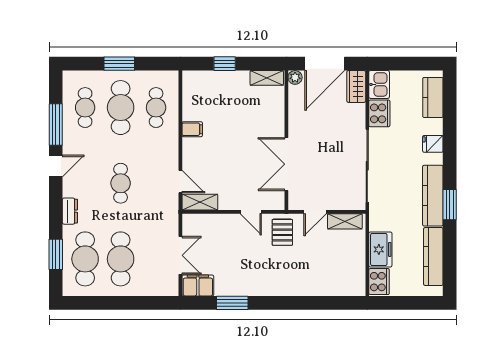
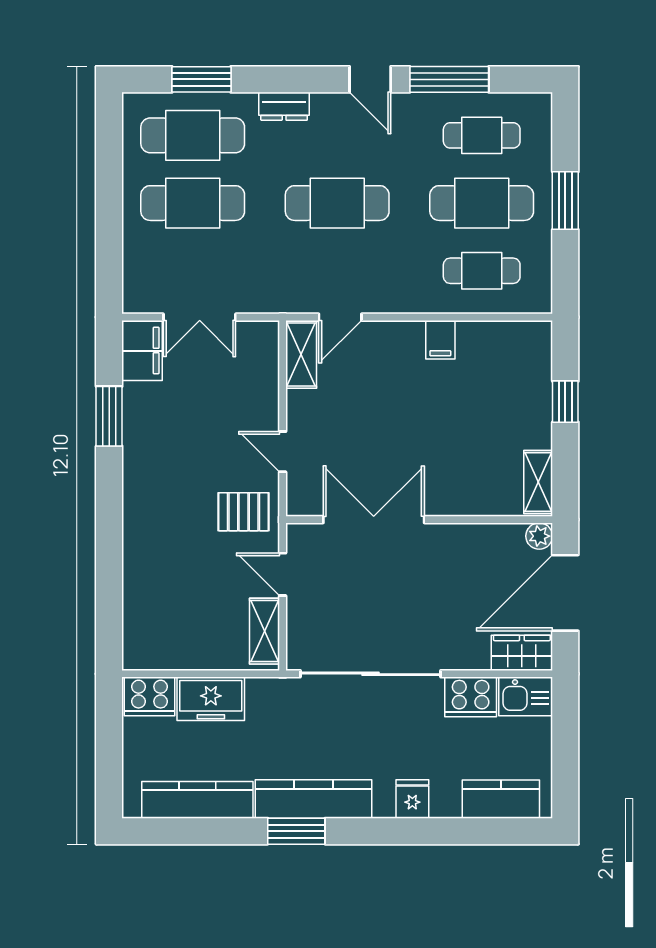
door: (325, 64) -> (565, 593), hinge flipped
cafe table: (121, 183) -> (337, 203), width x1.37, depth x1.35
door: (251, 212) -> (283, 452), hinge flipped

